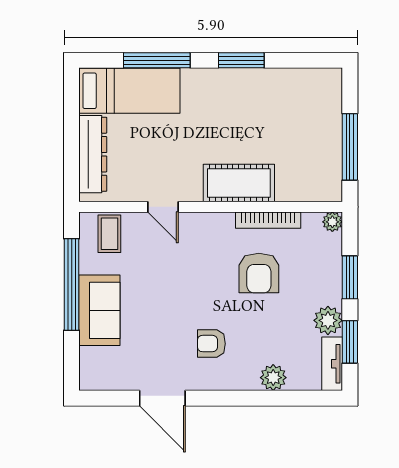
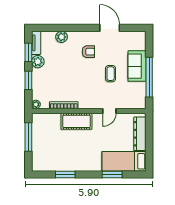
window: (157, 60) -> (112, 175), width x0.69
window: (241, 60) -> (65, 175), moved
door: (163, 207) -> (109, 111), swing flipped
coffee table: (109, 234) -> (111, 74), moved
armchair: (259, 273) -> (68, 82), removed

